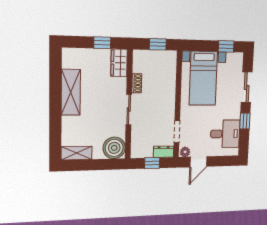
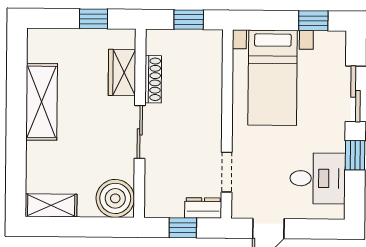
wardrobe: (119, 63) -> (122, 72), moved
shoe rack: (137, 83) -> (153, 79), width x1.43
plant: (185, 152) -> (243, 210), removed

